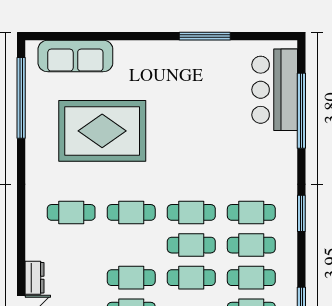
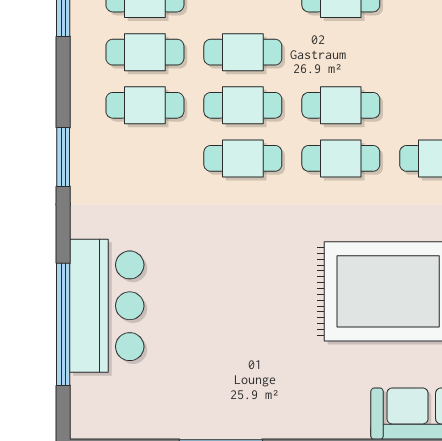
bar counter: (275, 90) -> (107, 306), moved
cafe table: (251, 212) -> (145, 158), removed
cafe table: (131, 278) -> (341, 105), moved

